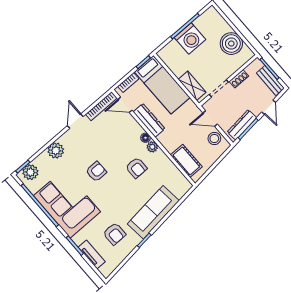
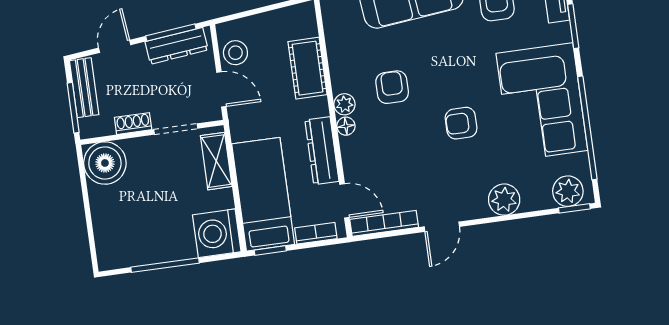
washing machine: (190, 38) -> (217, 233), moved, turned -90
boiler: (231, 44) -> (105, 163), moved
cot: (186, 161) -> (307, 68), moved

